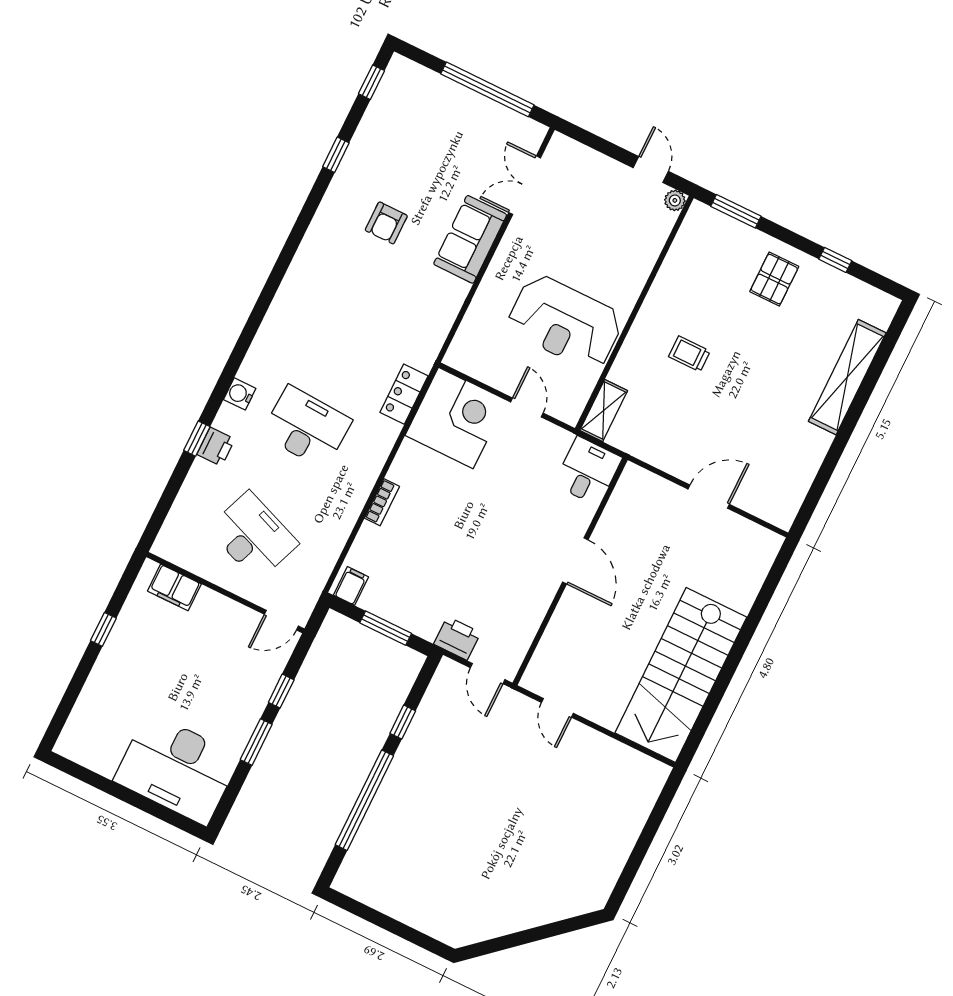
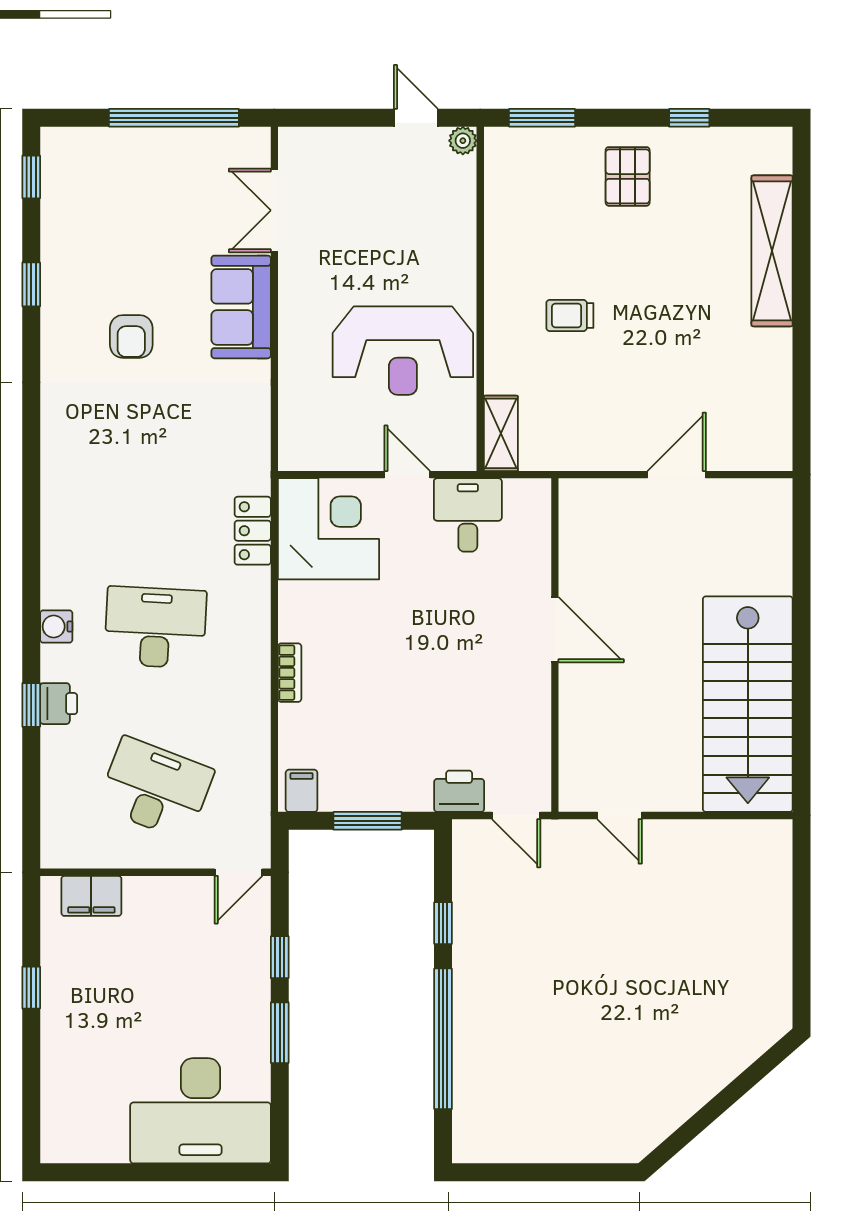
desk: (588, 471) -> (468, 515), moved

